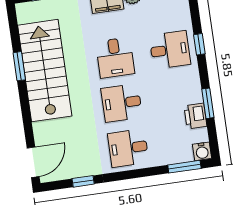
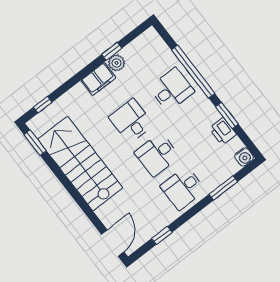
window: (199, 44) -> (193, 72), width x3.17
desk: (115, 58) -> (131, 121), turned 180
window: (19, 66) -> (35, 143), moved
window: (184, 167) -> (223, 188), moved

